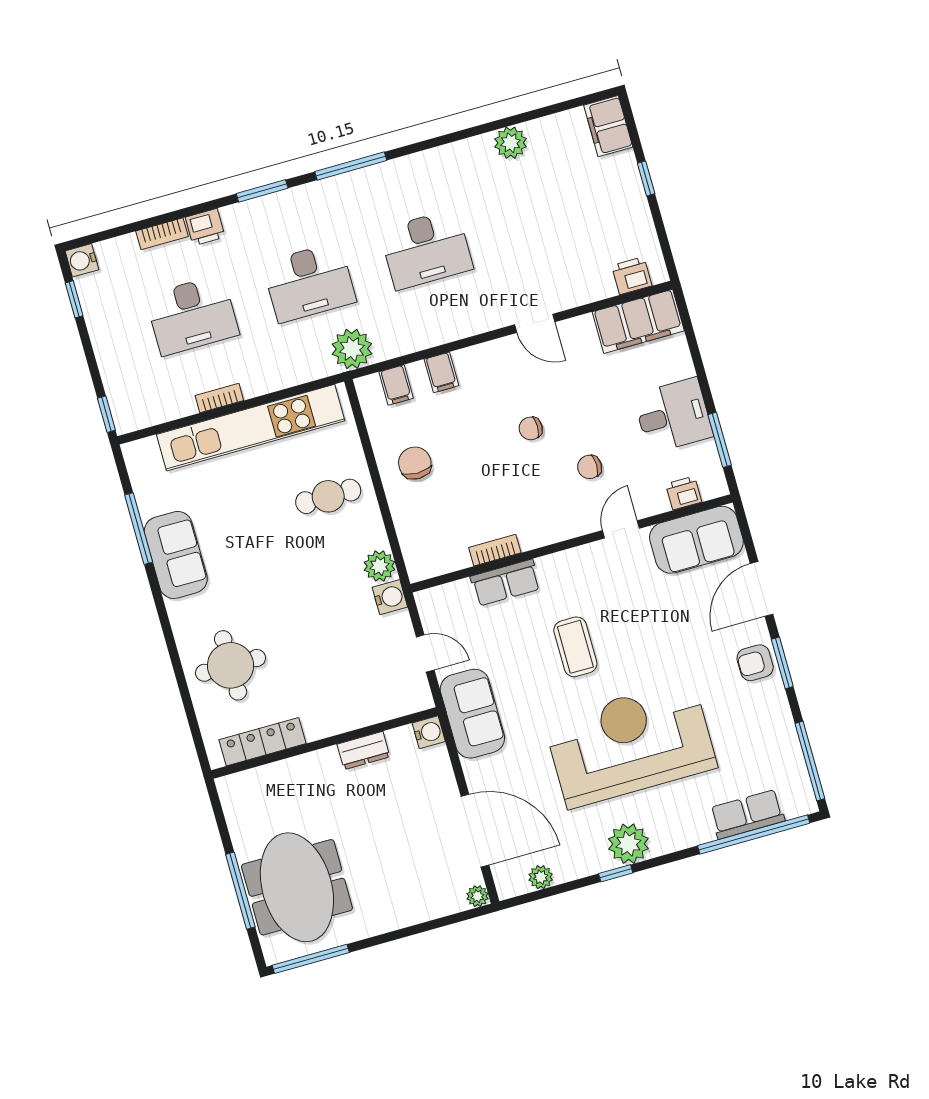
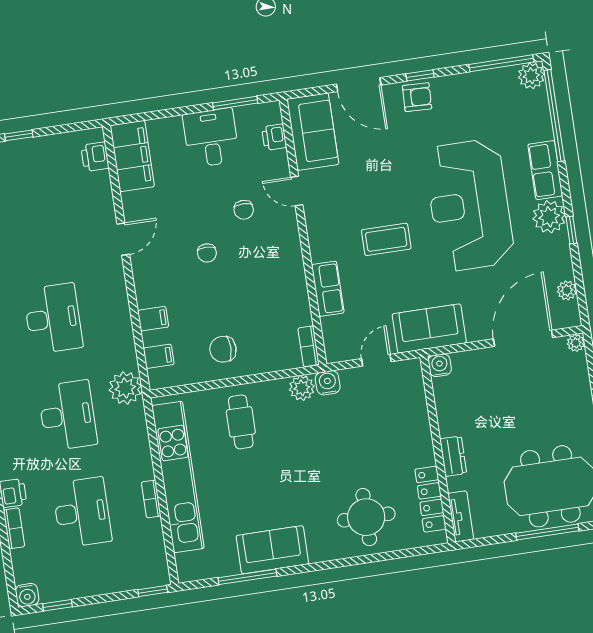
bookcase: (495, 550) -> (309, 346), moved
armchair: (755, 663) -> (417, 97), turned -88
window: (782, 663) -> (420, 75), width x0.67
dresser: (364, 750) -> (453, 456), moved
tv unit: (246, 782) -> (461, 516), added
plant: (799, 800) -> (531, 76), added
row of seats: (747, 814) -> (545, 170), moved

